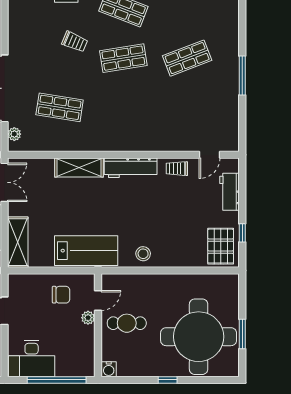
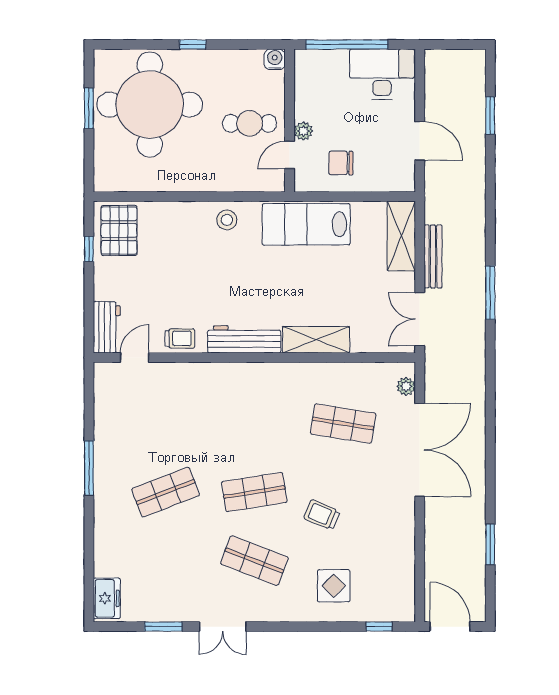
workbench: (229, 192) -> (107, 327), moved

